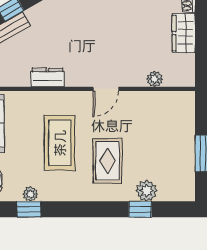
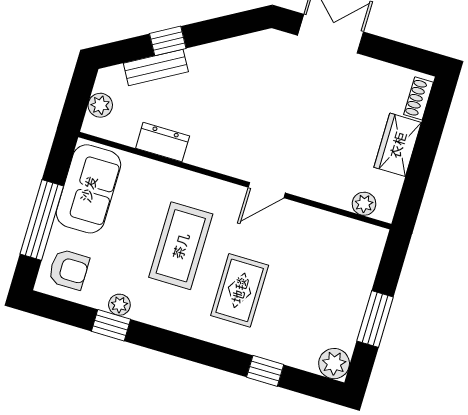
dresser: (48, 78) -> (163, 142), moved
plant: (155, 79) -> (364, 204), moved
plant: (146, 191) -> (334, 364), moved

